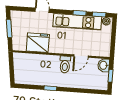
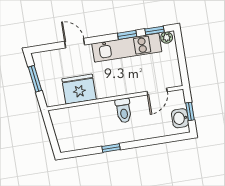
door: (81, 56) -> (157, 91), moved
washbasin: (104, 65) -> (180, 118), moved

